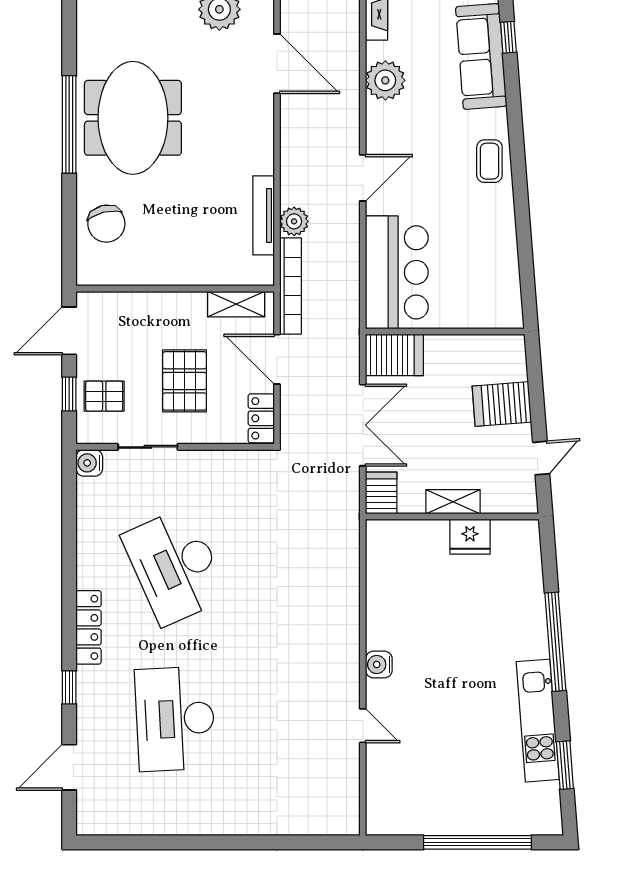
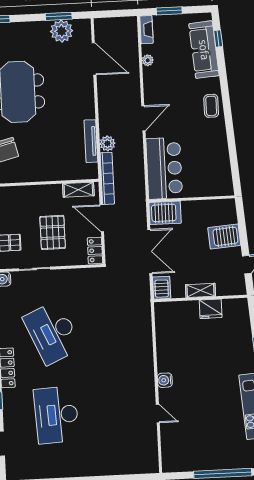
plant: (385, 80) -> (148, 60), width x0.53, depth x0.53

